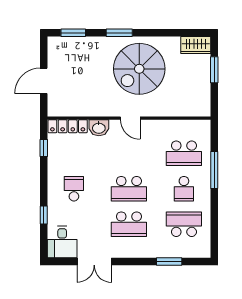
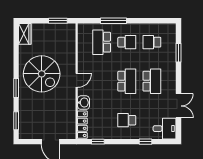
window: (214, 70) -> (58, 21), moved
school desk: (184, 153) -> (102, 42), turned 180
school desk: (184, 224) -> (152, 42), width x0.54

